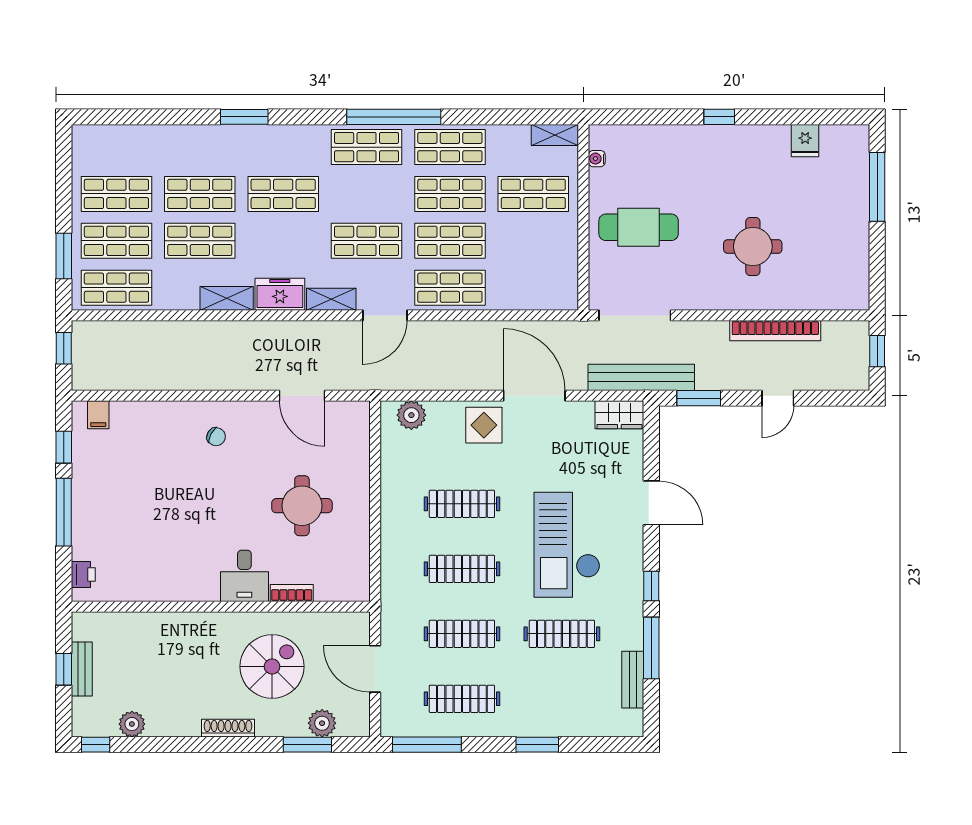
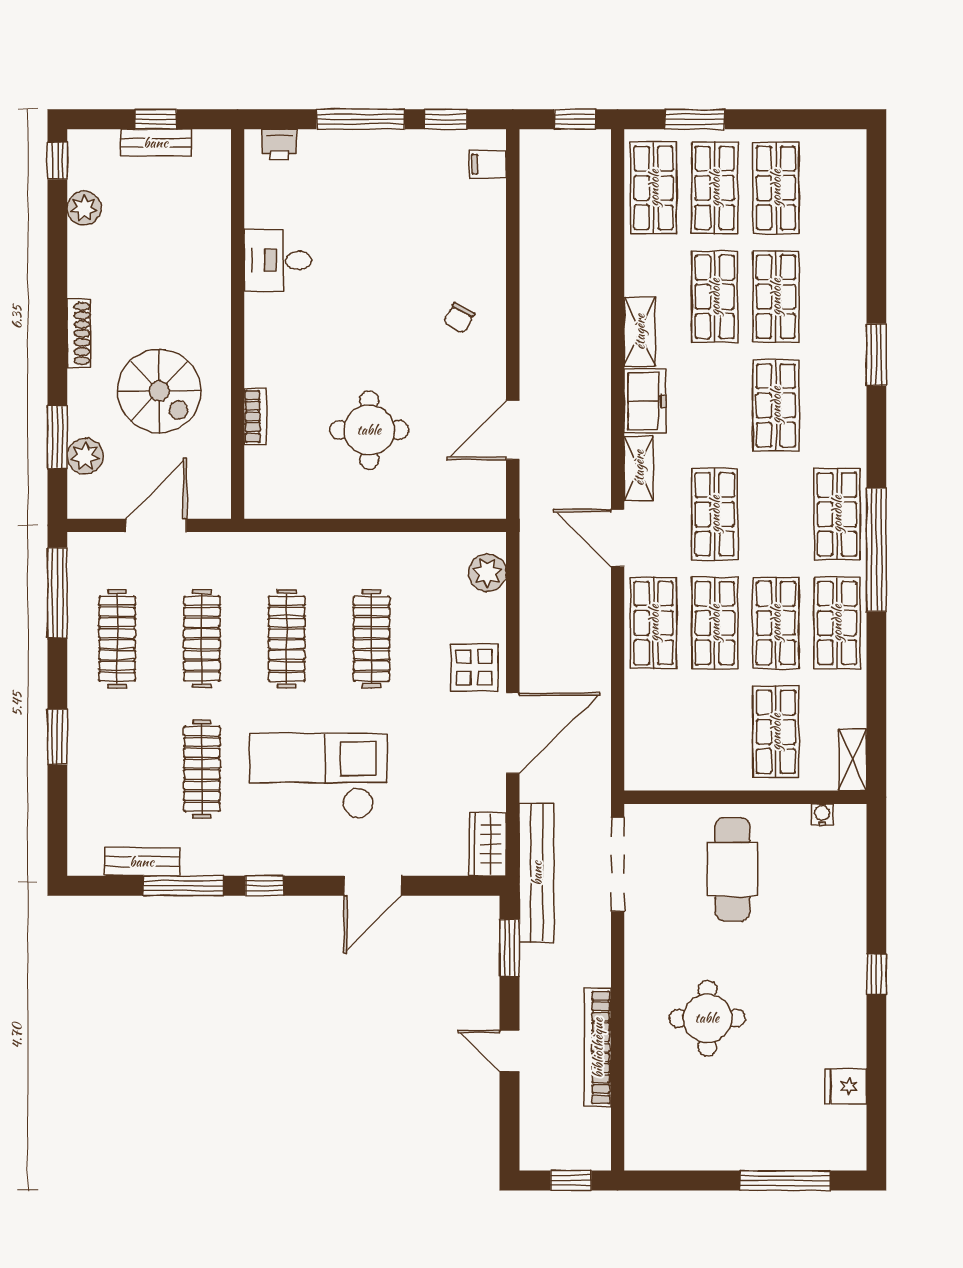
desk: (244, 576) -> (278, 260), moved

